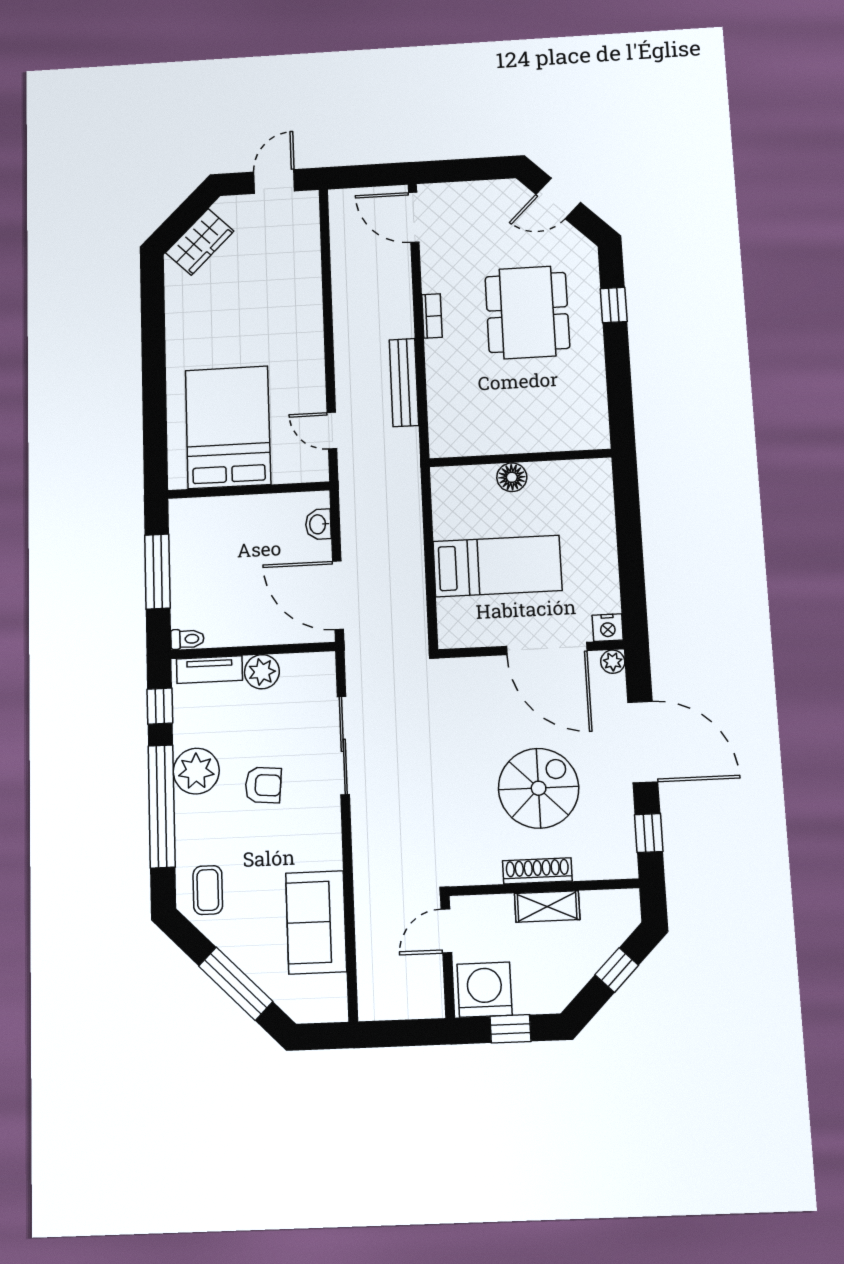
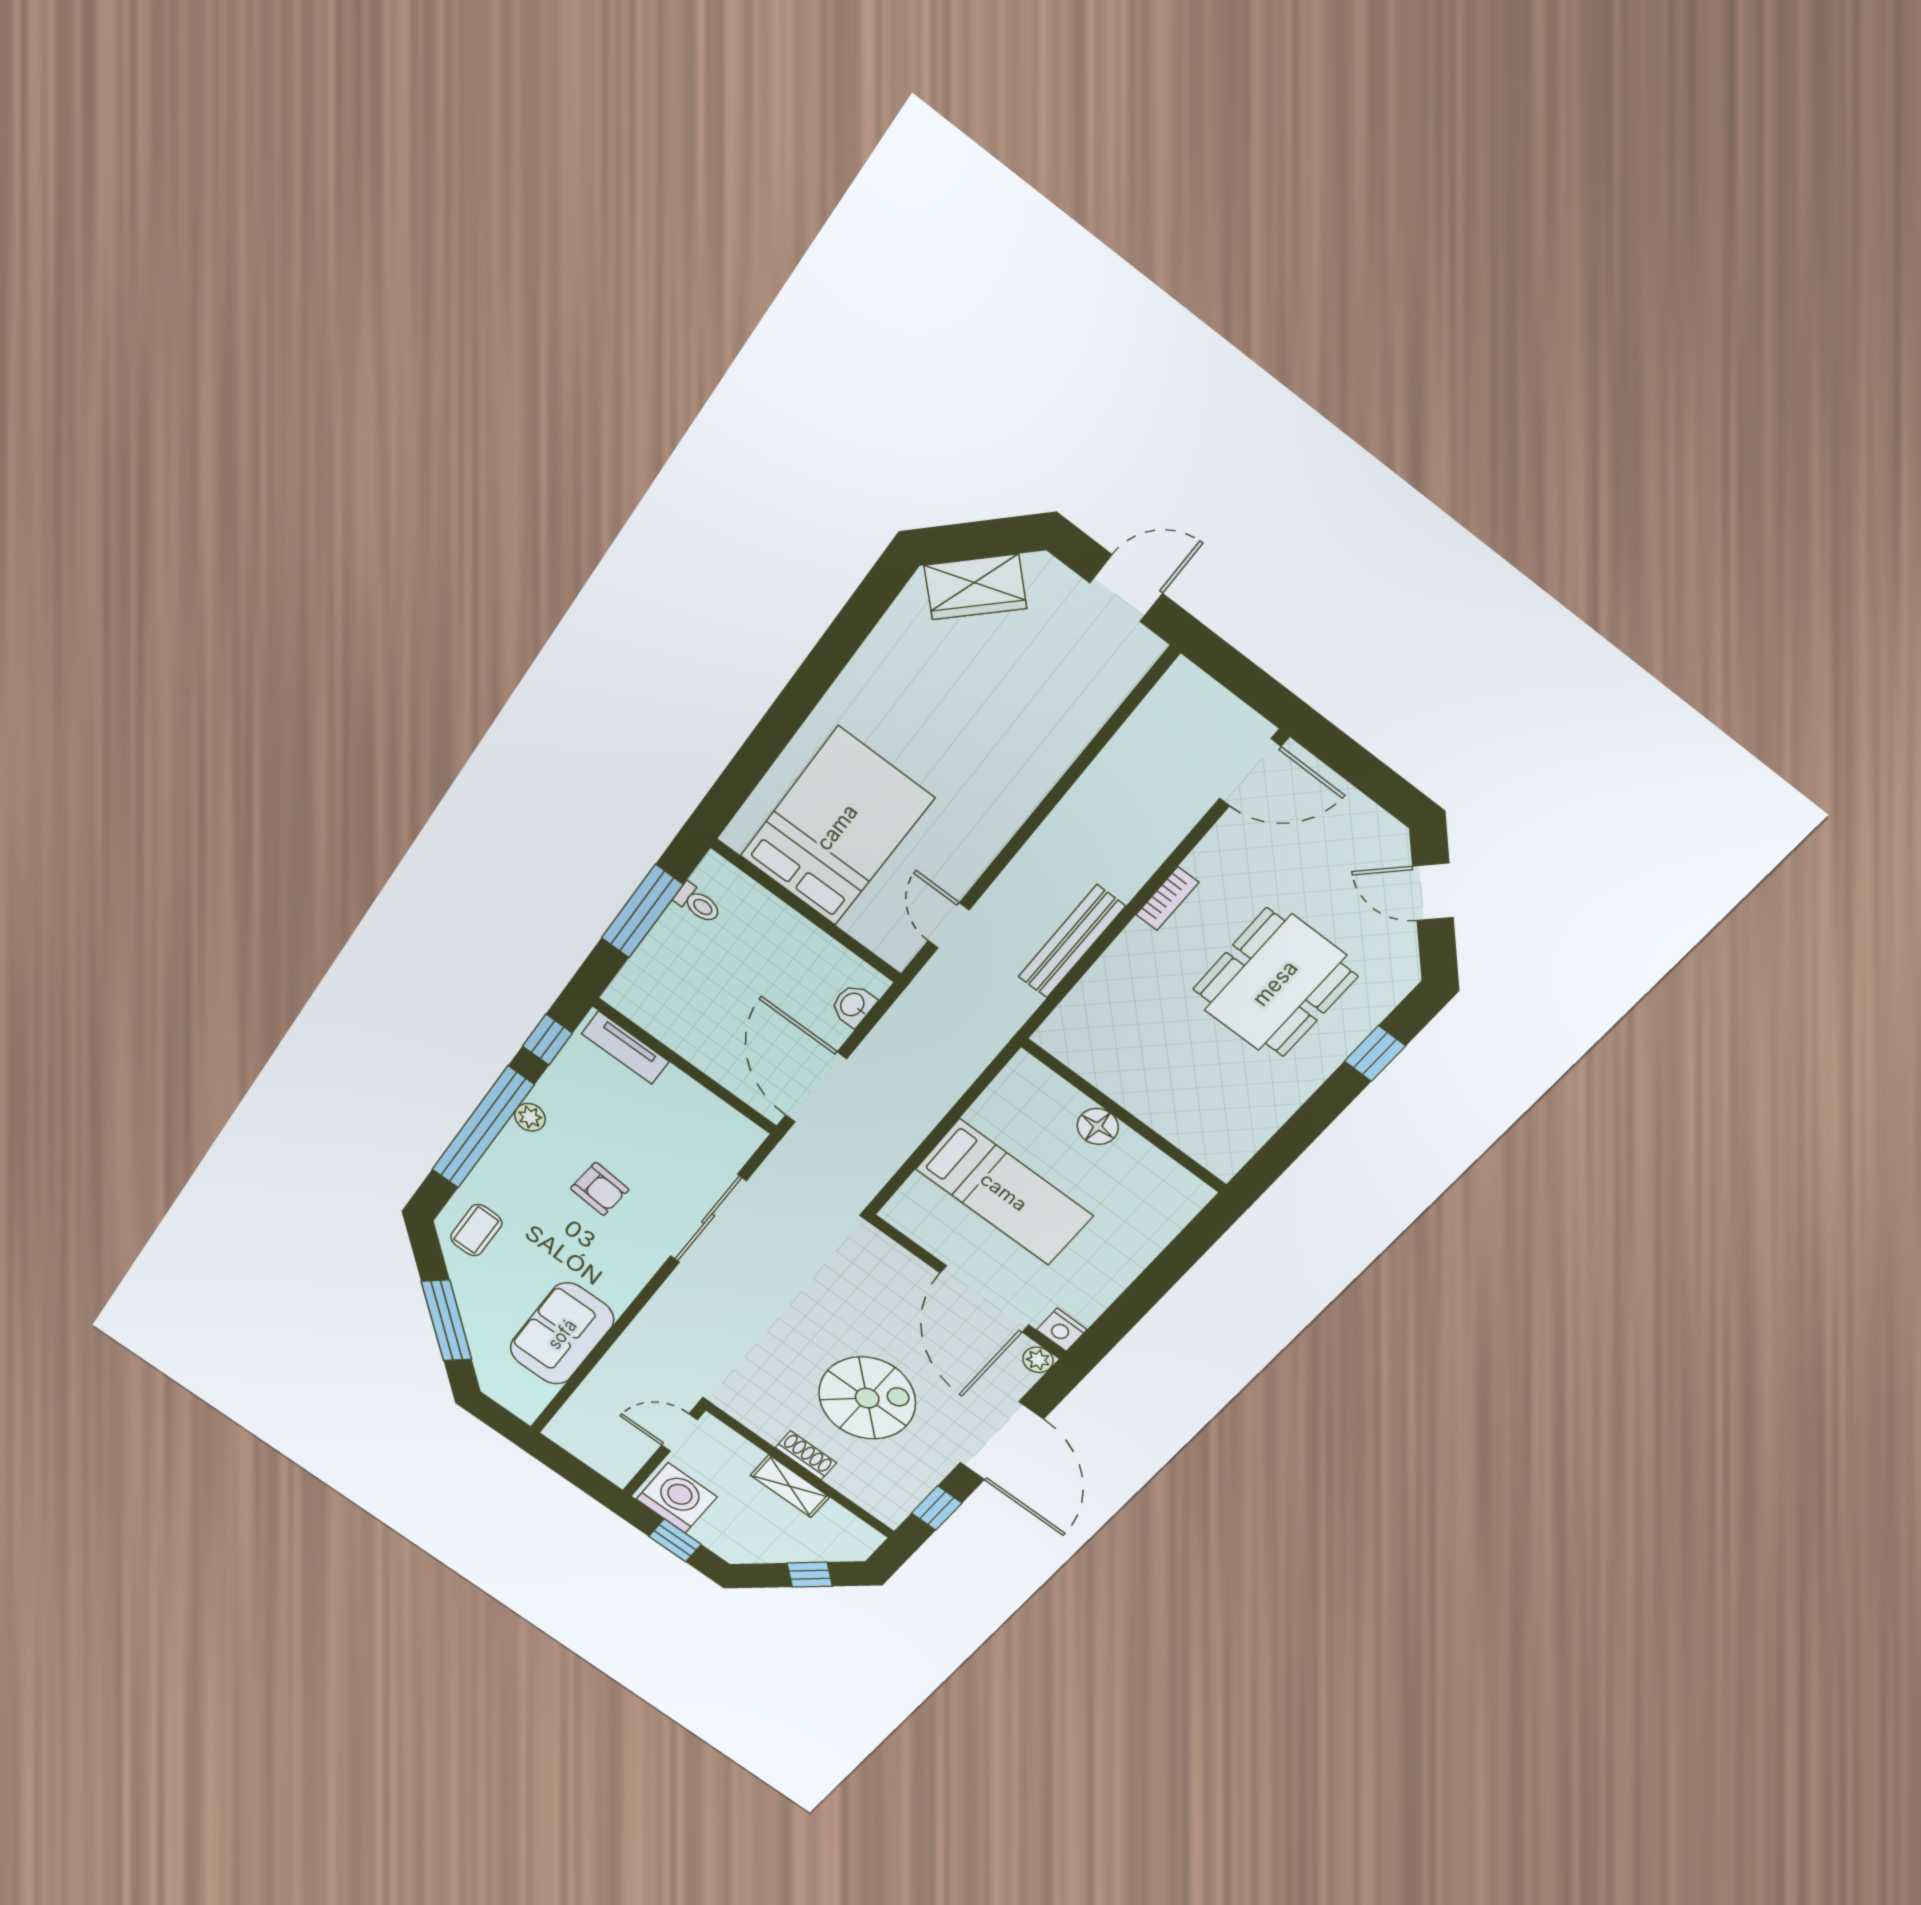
door: (414, 217) -> (1250, 772), swing flipped
toilet: (187, 639) -> (698, 903), moved
plant: (262, 672) -> (678, 1092), removed
plant: (196, 771) -> (530, 1117), width x0.53, depth x0.53
shoe rack: (537, 871) -> (806, 1455), width x0.70

